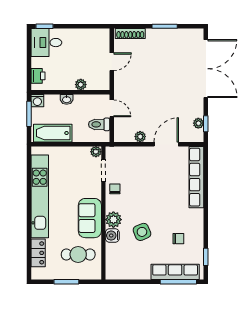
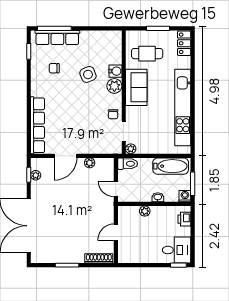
toilet: (99, 124) -> (128, 164), moved
locker: (38, 253) -> (184, 43), moved

